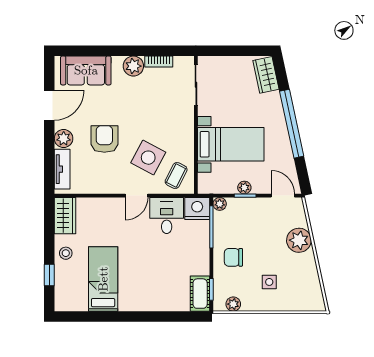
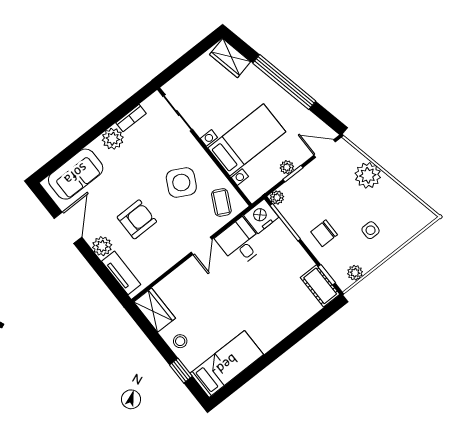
armchair: (104, 139) -> (137, 219), turned 90
side table: (148, 158) -> (181, 183), moved
bed: (103, 279) -> (227, 364), moved, turned 90

